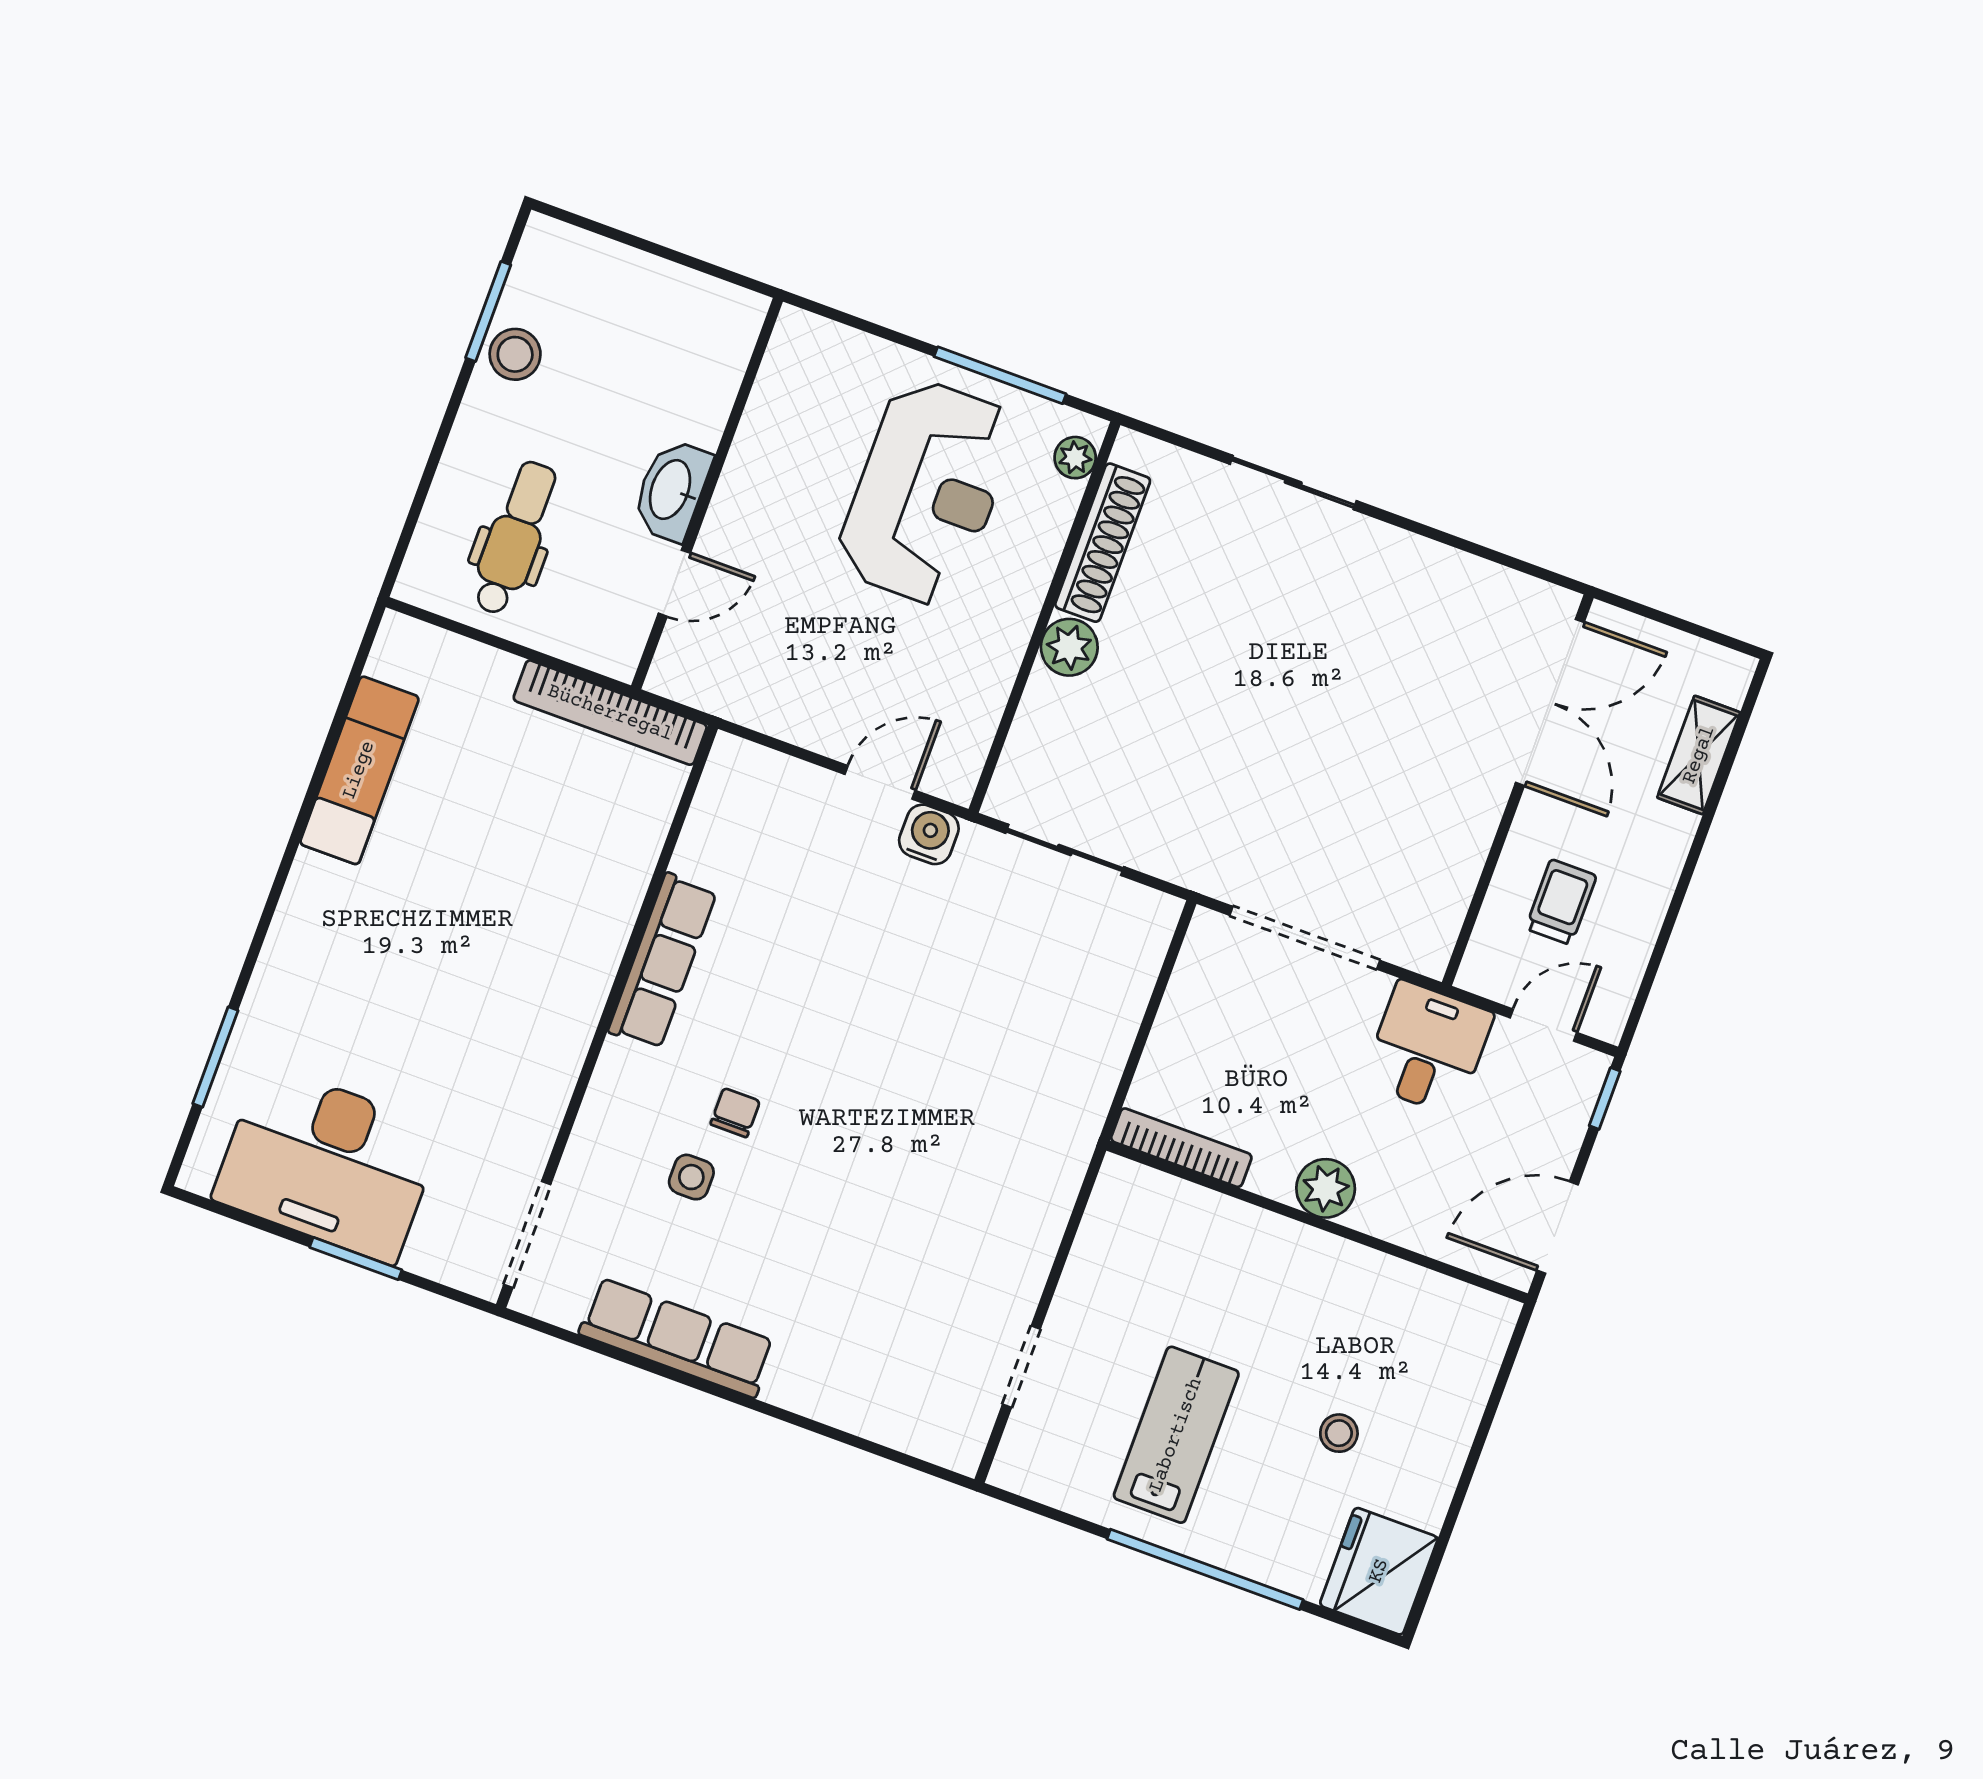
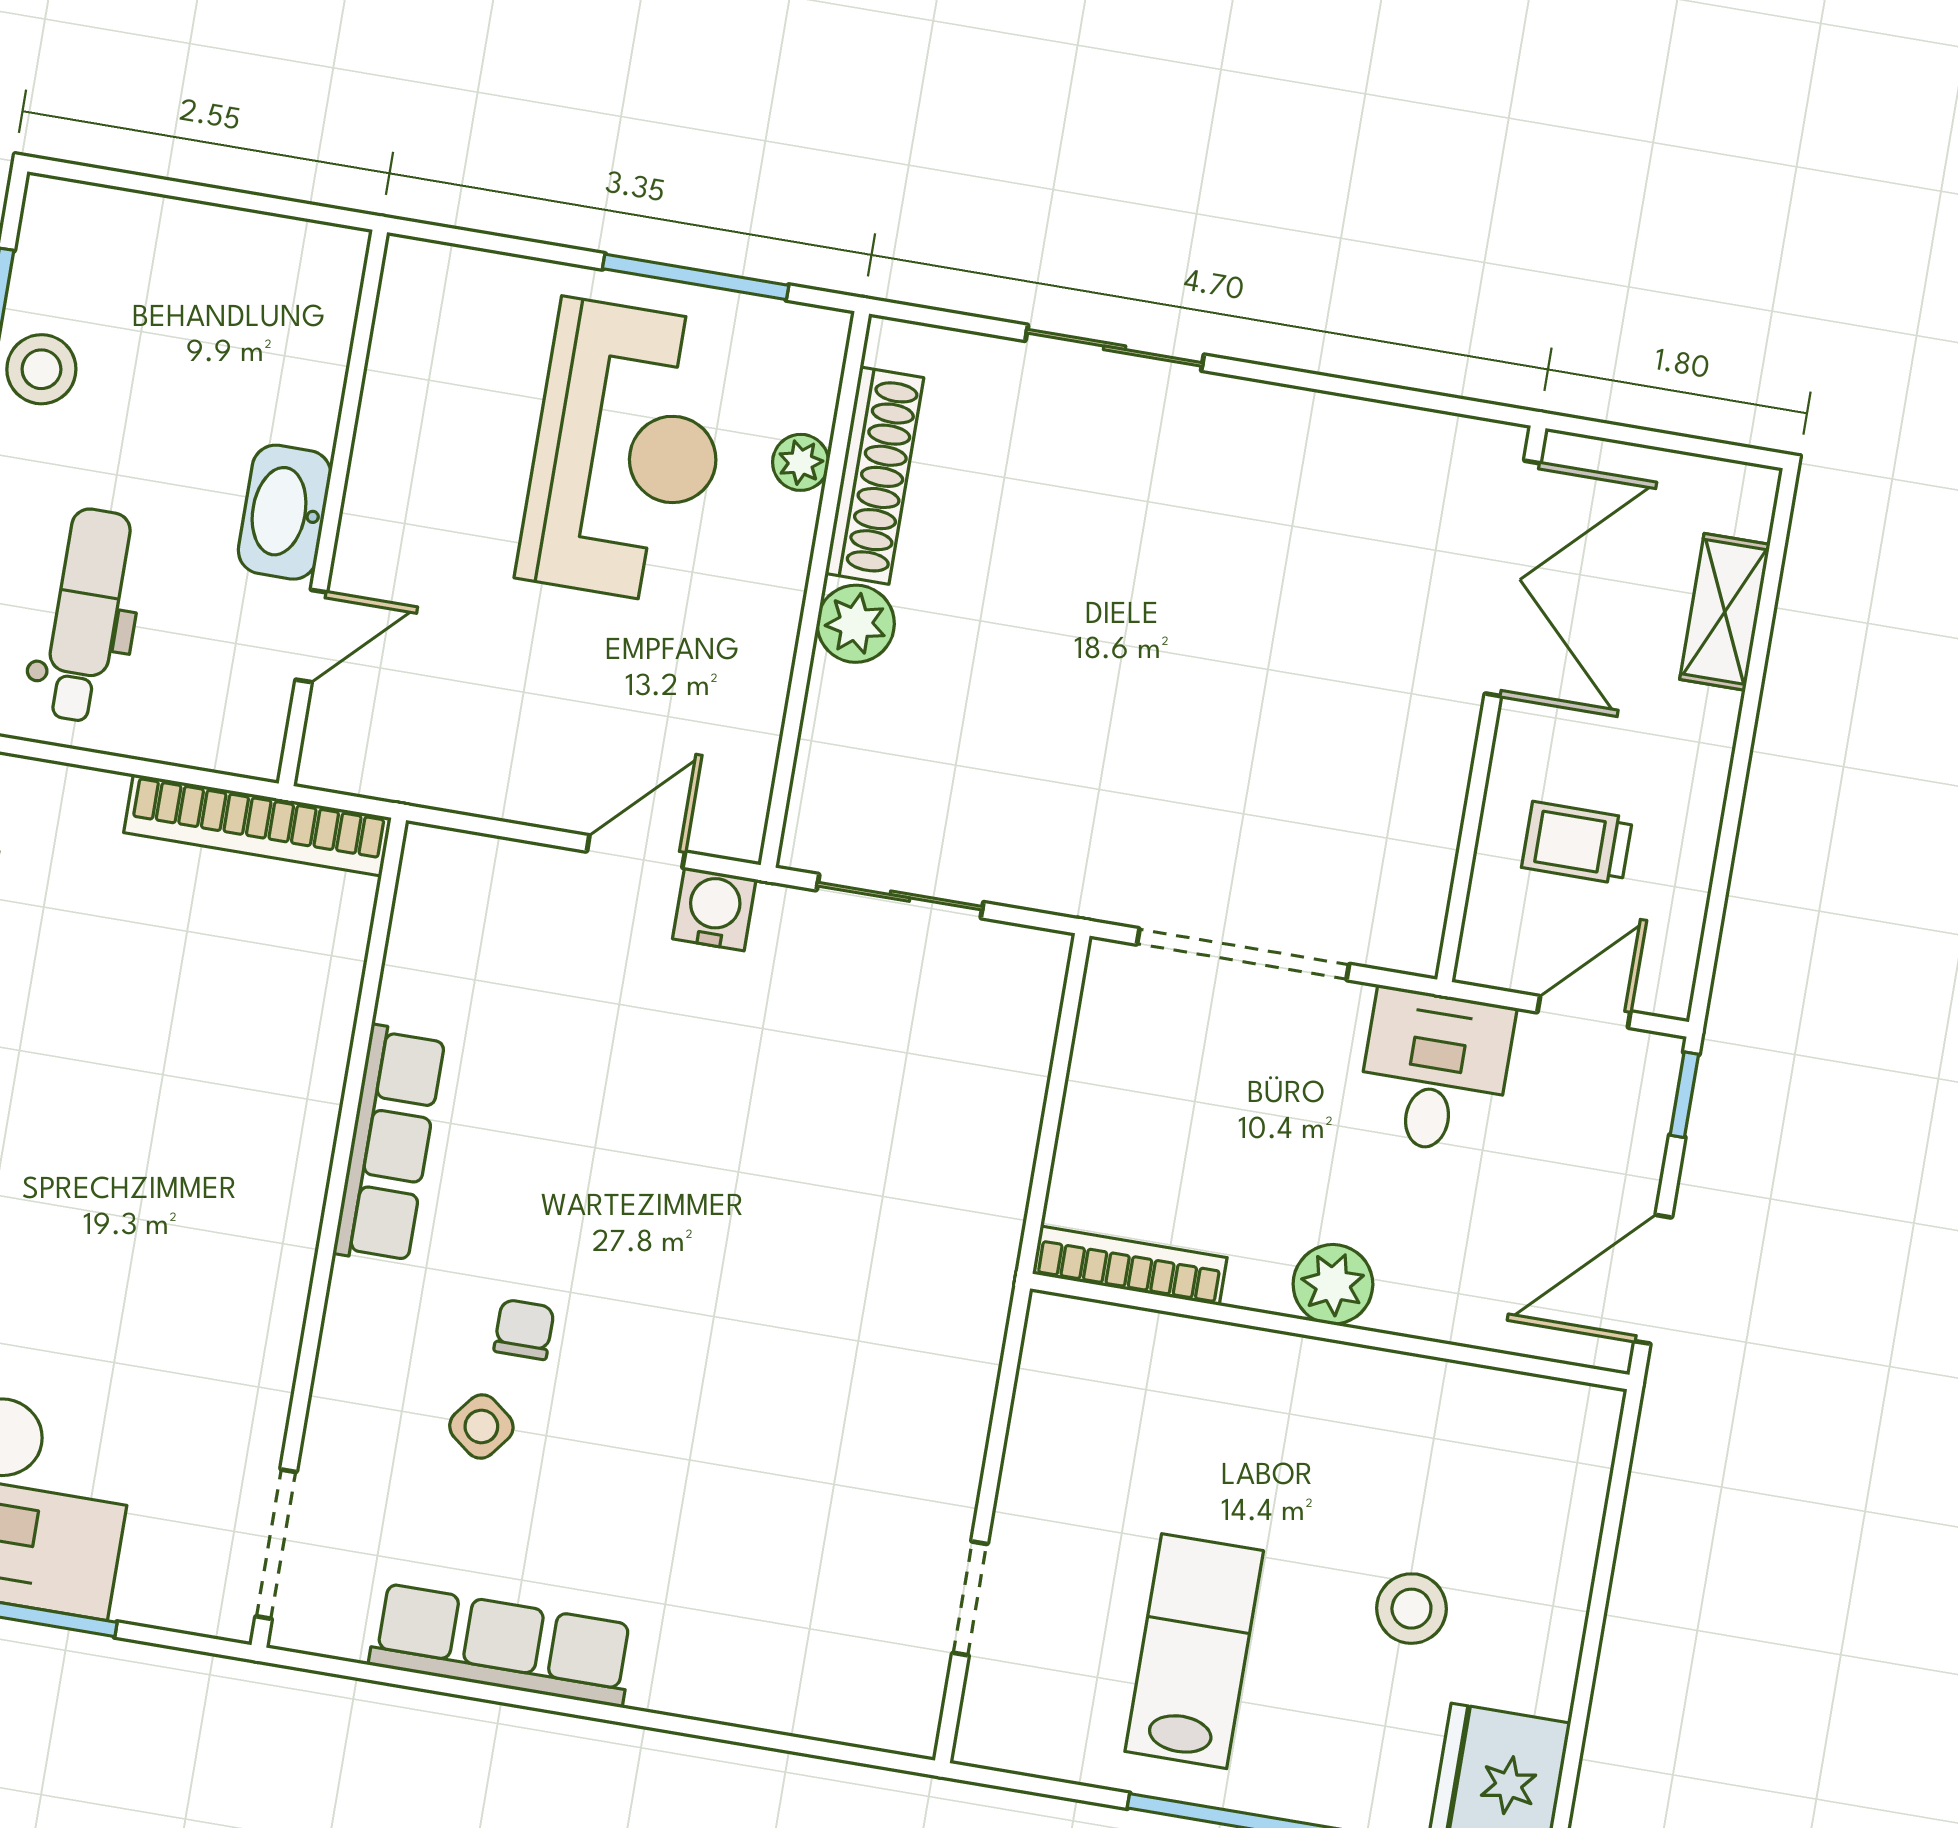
plant: (1075, 458) -> (801, 462), moved
trolley: (1561, 902) -> (1577, 843), turned -90
side table: (691, 1177) -> (481, 1426), turned 38
stool: (1339, 1433) -> (1411, 1609), width x1.37, depth x1.37

